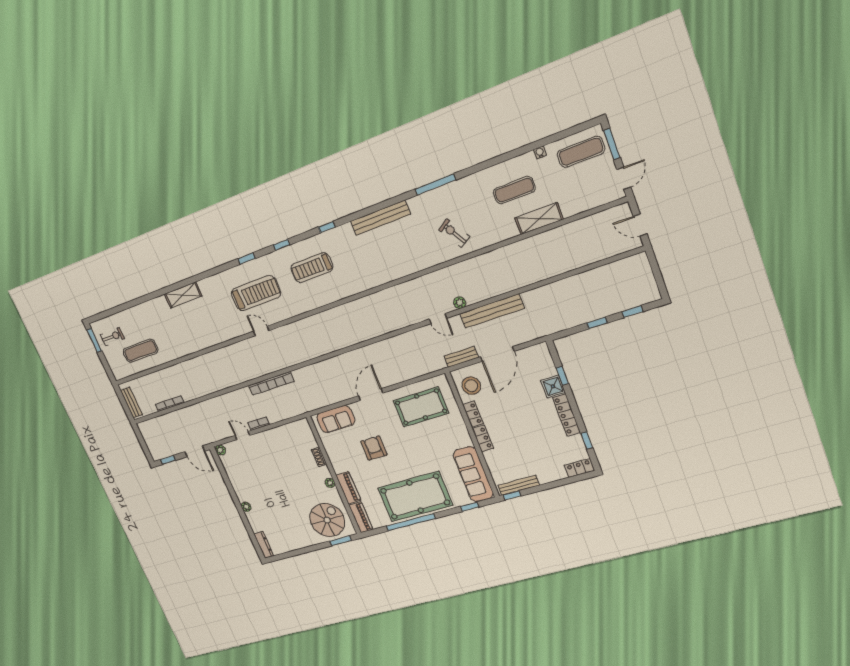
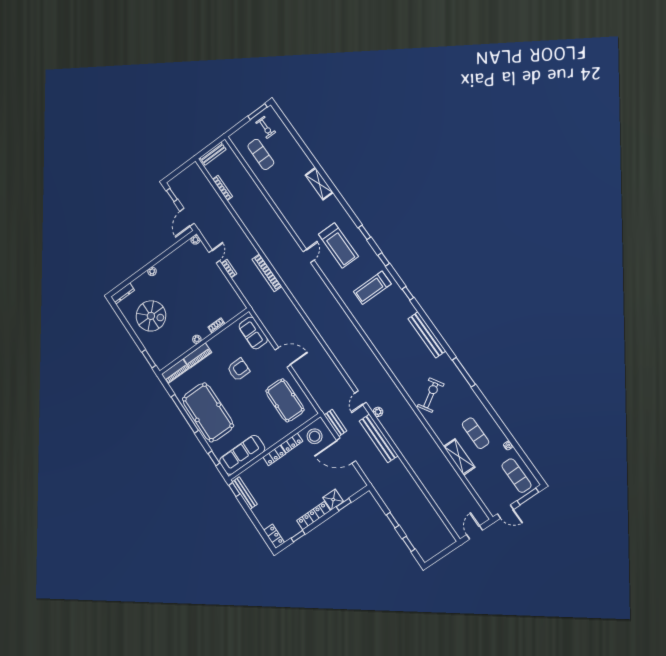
exercise bike: (454, 233) -> (431, 395), width x1.38, depth x1.39
treadmill: (312, 268) -> (372, 288), turned -90
spiral stairs: (327, 520) -> (151, 316), moved

